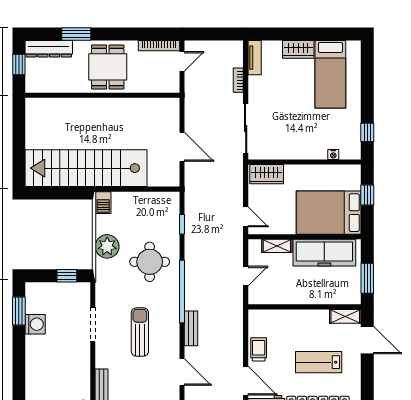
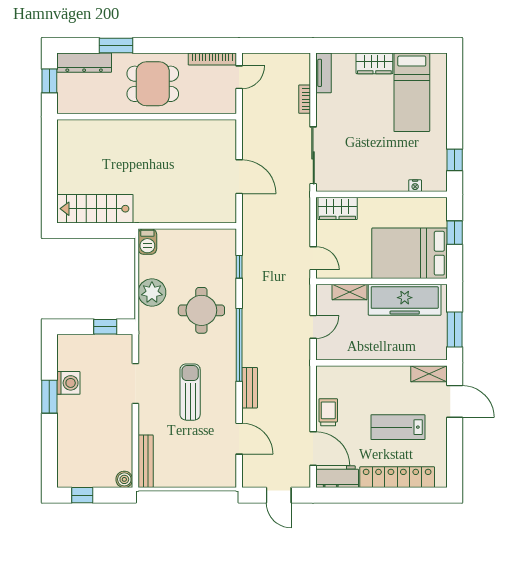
dining table: (108, 67) -> (153, 84), turned 90
stairs: (86, 168) -> (95, 209), width x0.54, depth x0.66
window: (19, 311) -> (49, 397), moved

